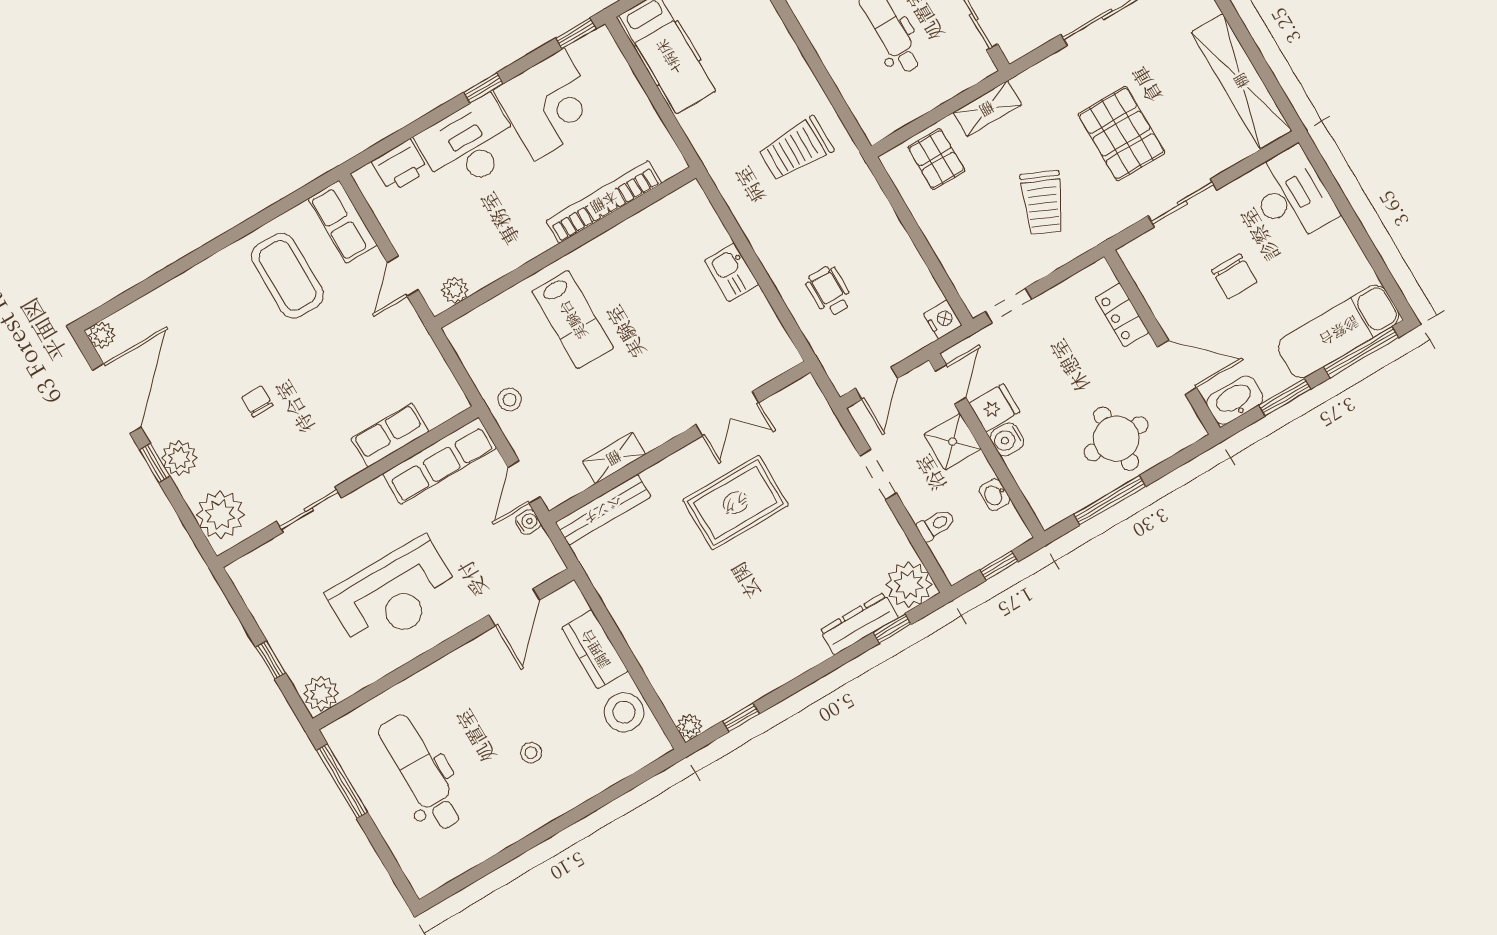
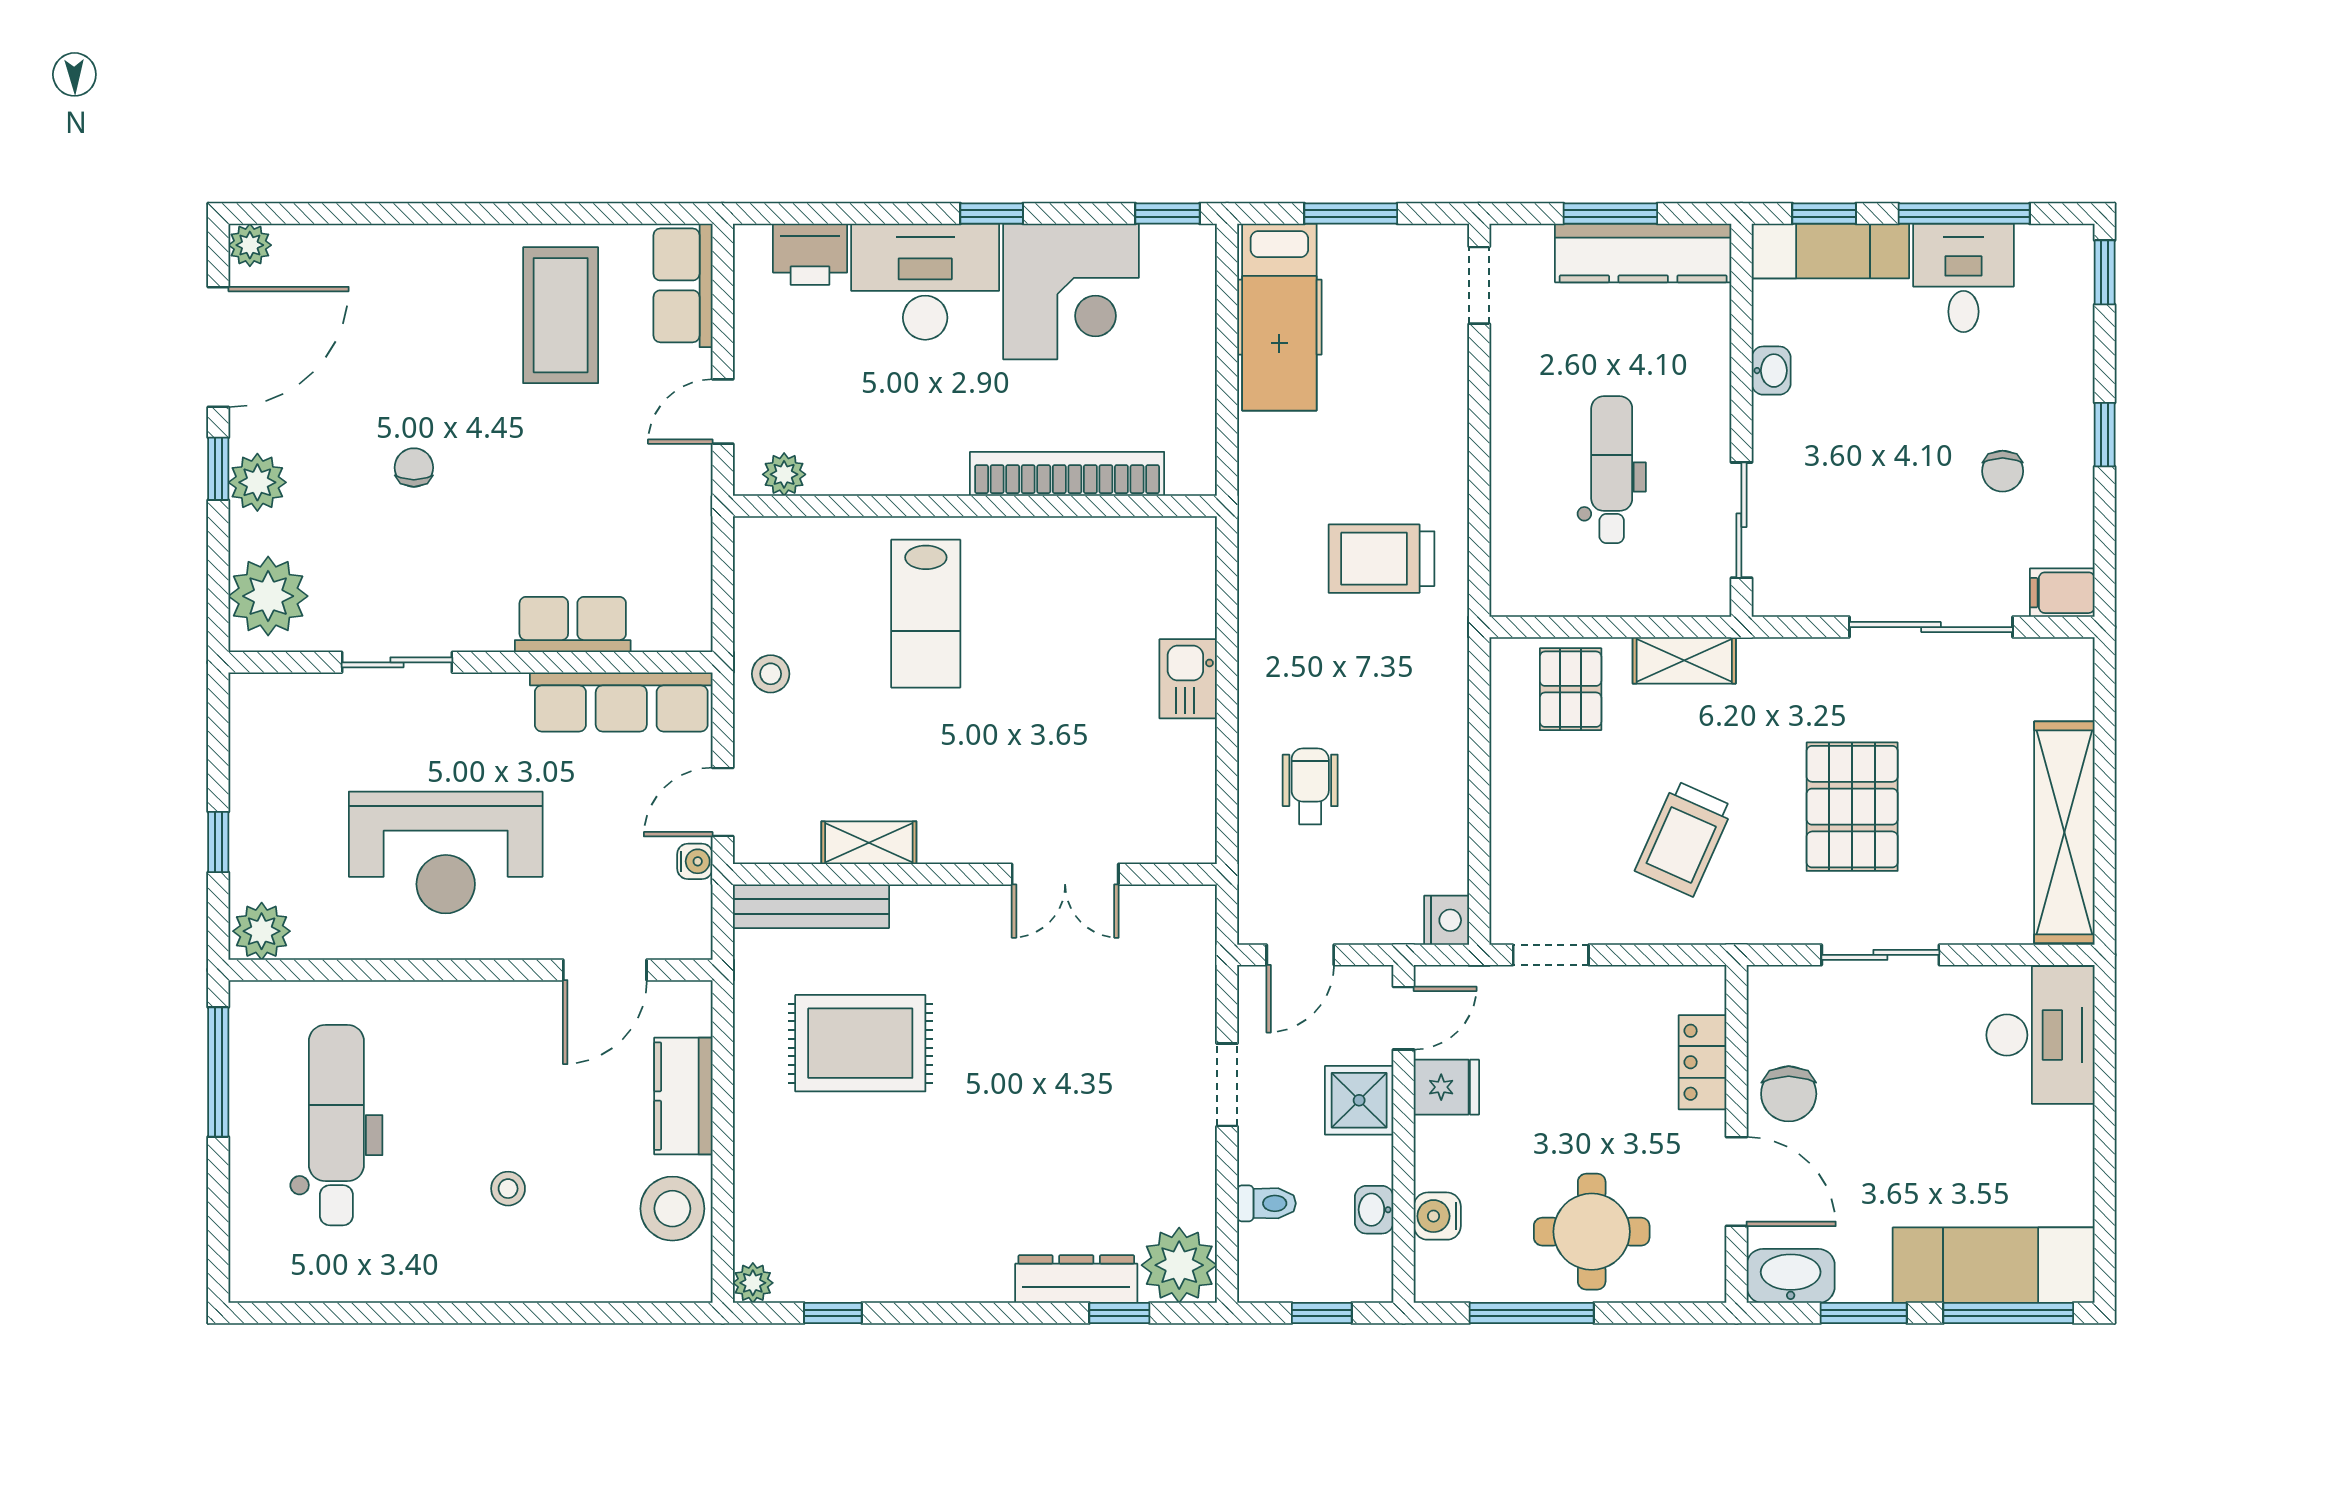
chair: (1234, 276) -> (1789, 1094), moved
water cooler: (1007, 439) -> (1437, 1216), moved
rug: (736, 503) -> (860, 1043), moved

